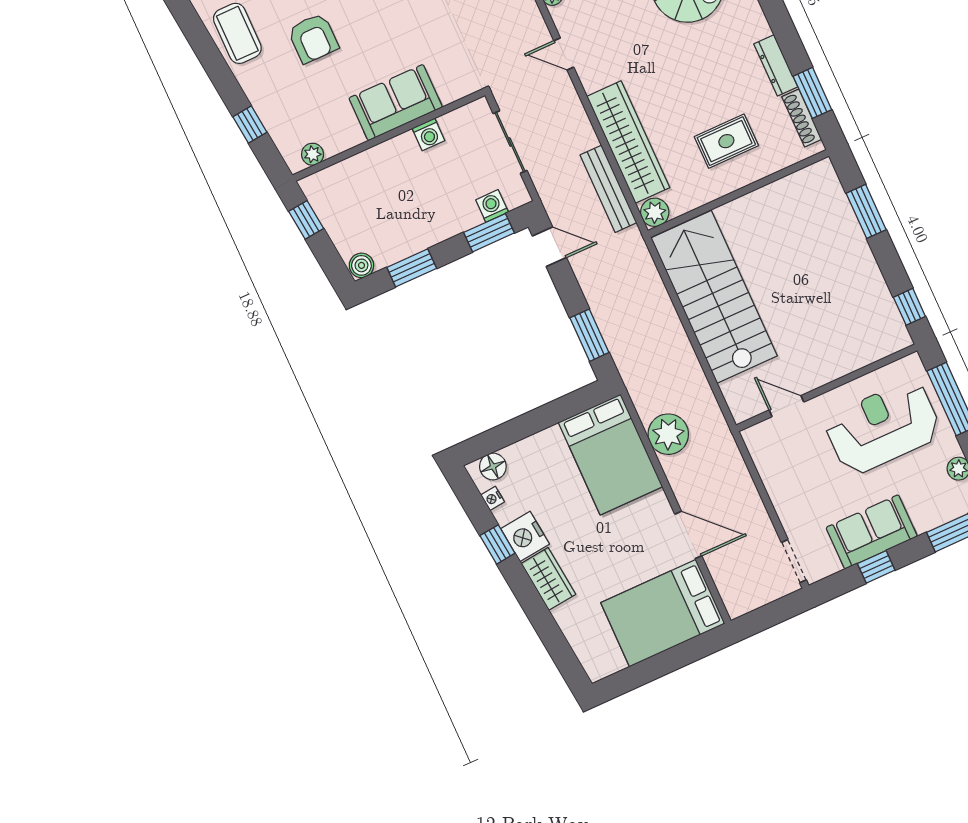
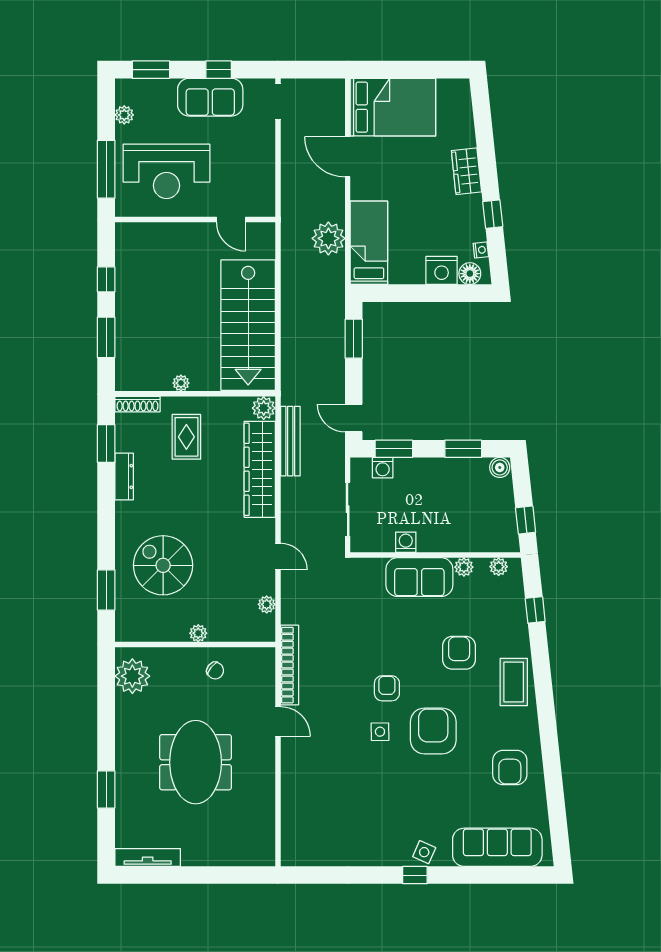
shoe rack: (802, 118) -> (138, 404), moved, turned 90
plant: (351, 136) -> (464, 567), added
rug: (726, 141) -> (186, 437), turned 90
plant: (760, 198) -> (181, 383), added
window: (909, 307) -> (106, 279), moved
bed: (610, 454) -> (369, 243), width x0.67
nightstand: (525, 536) -> (442, 270), moved, turned 96

